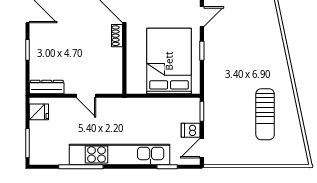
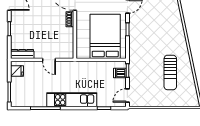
dishwasher: (191, 130) -> (120, 73), moved
kitchen unit: (120, 154) -> (72, 100), width x0.73

